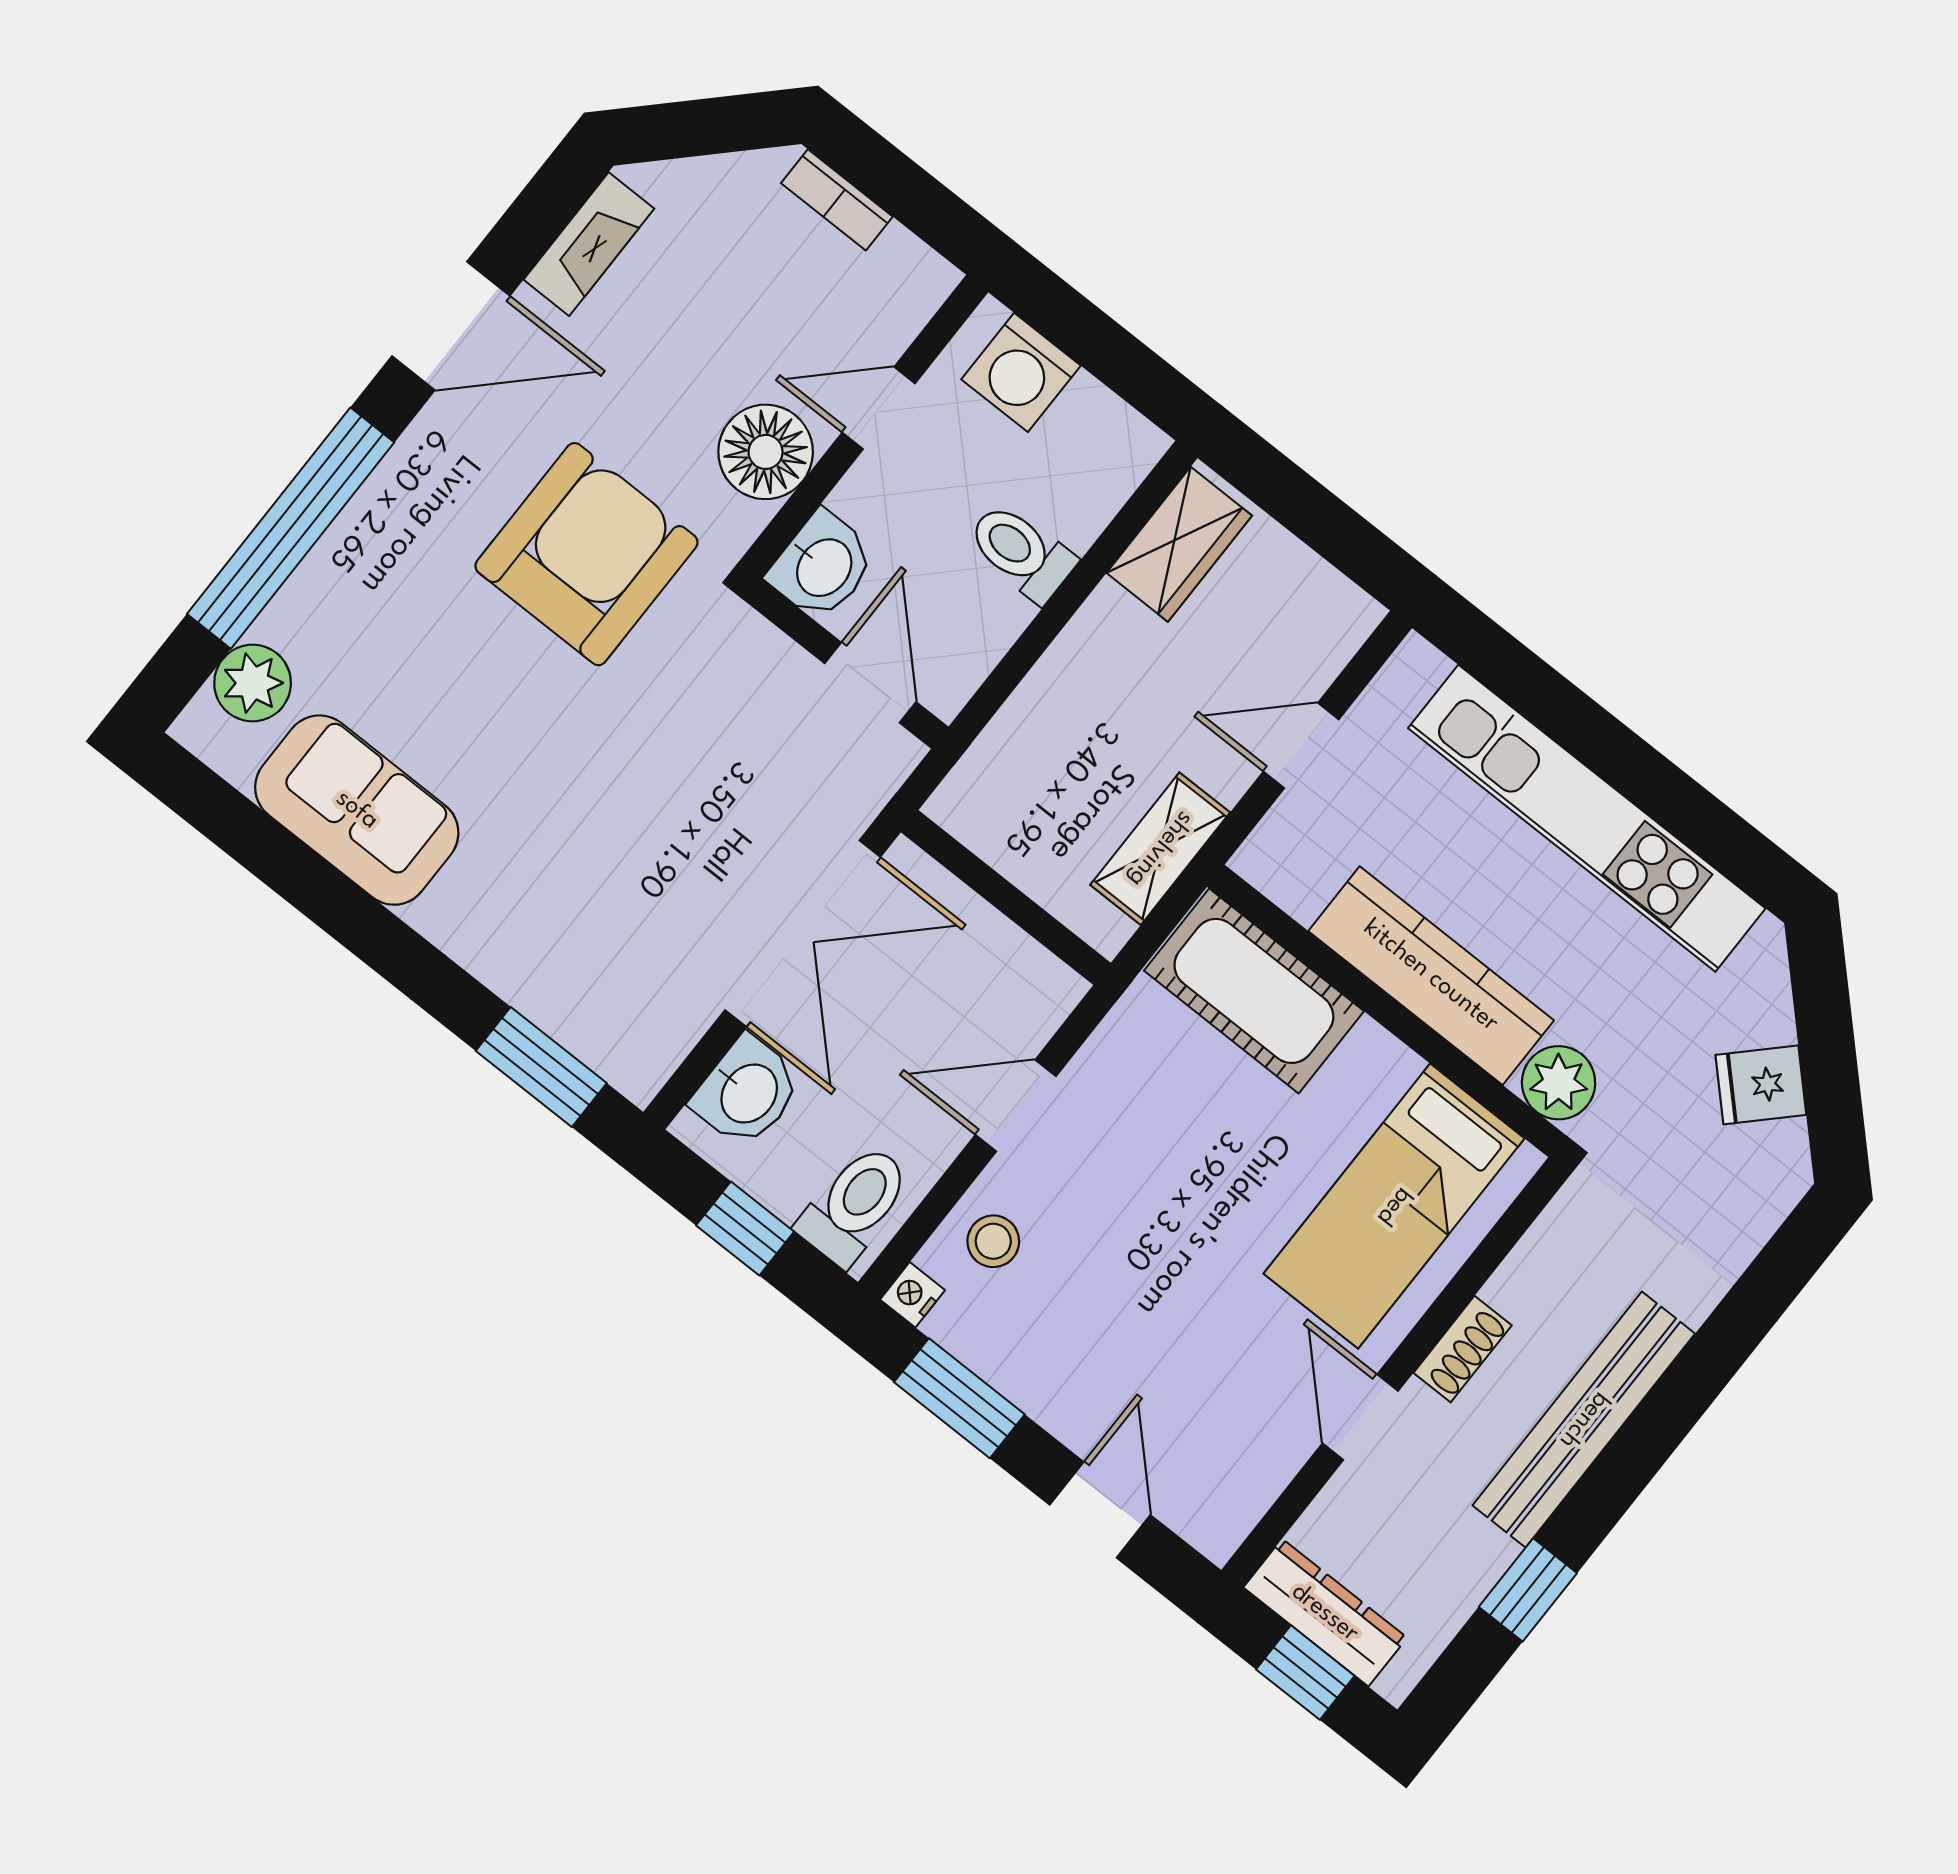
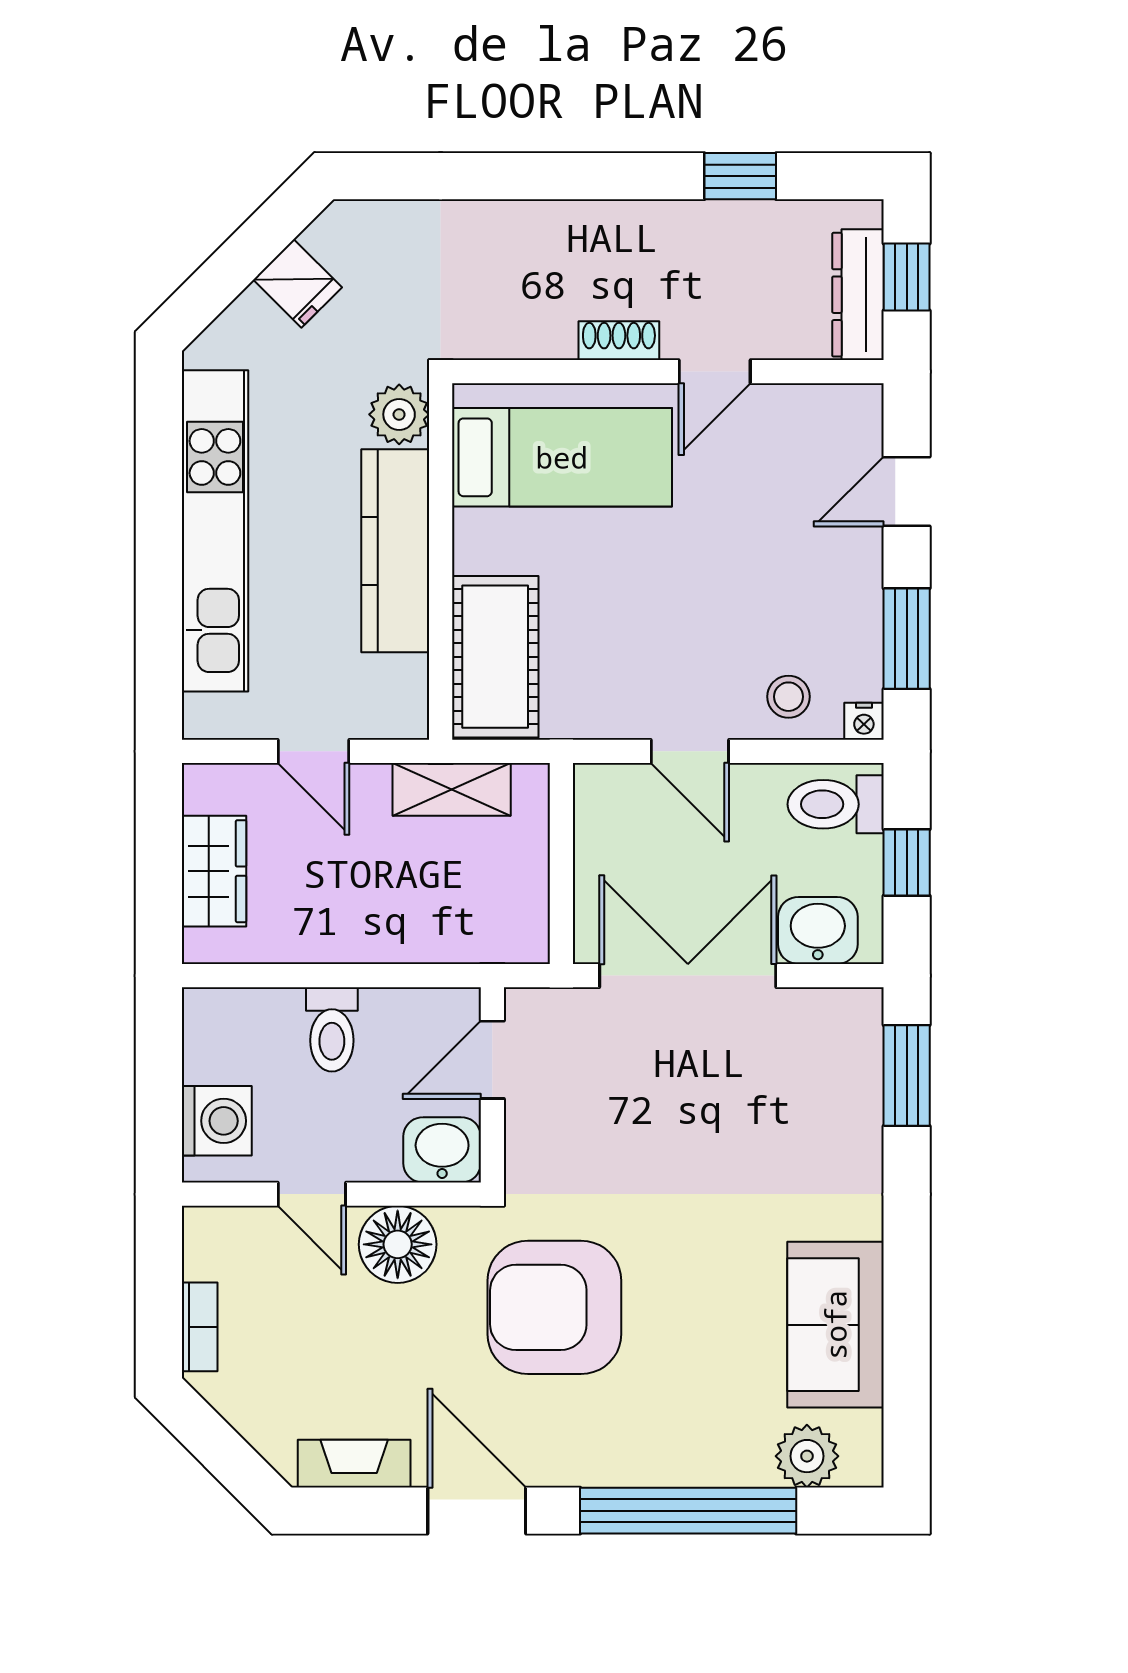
wardrobe: (1179, 544) -> (214, 871), moved, turned 90
bench: (1584, 1420) -> (602, 227), removed

